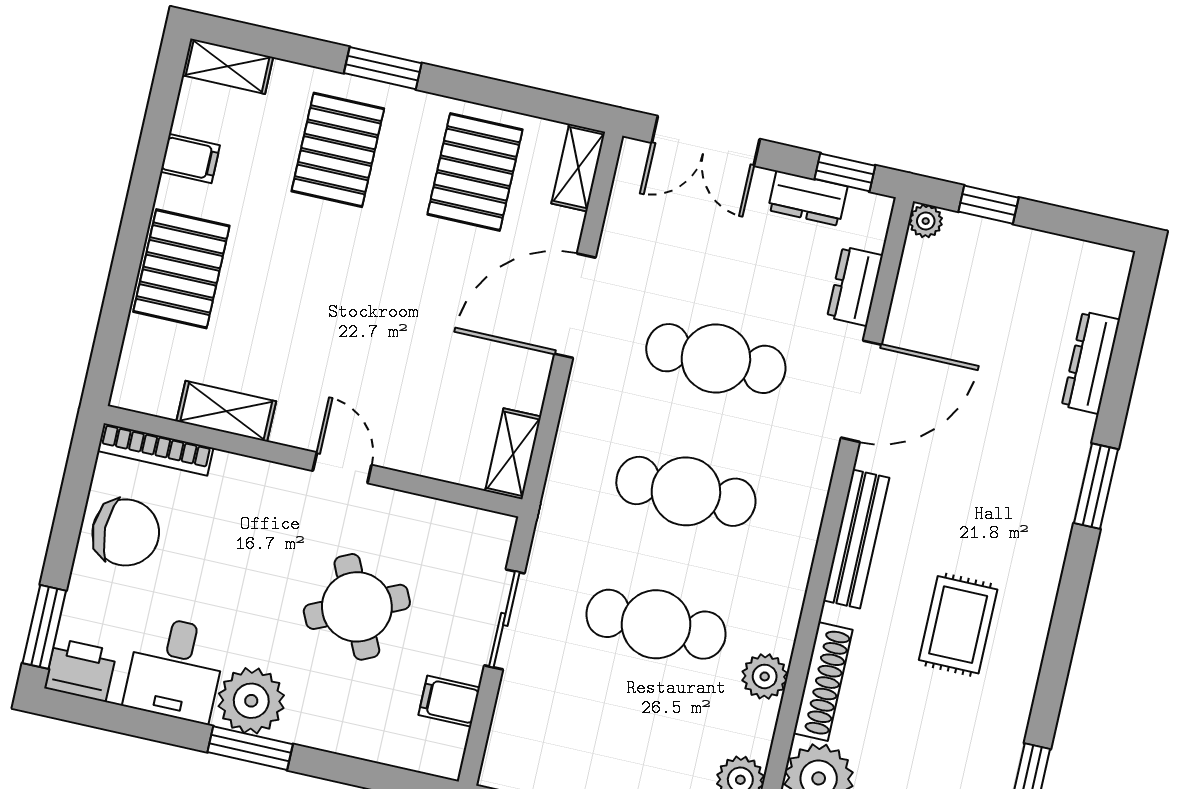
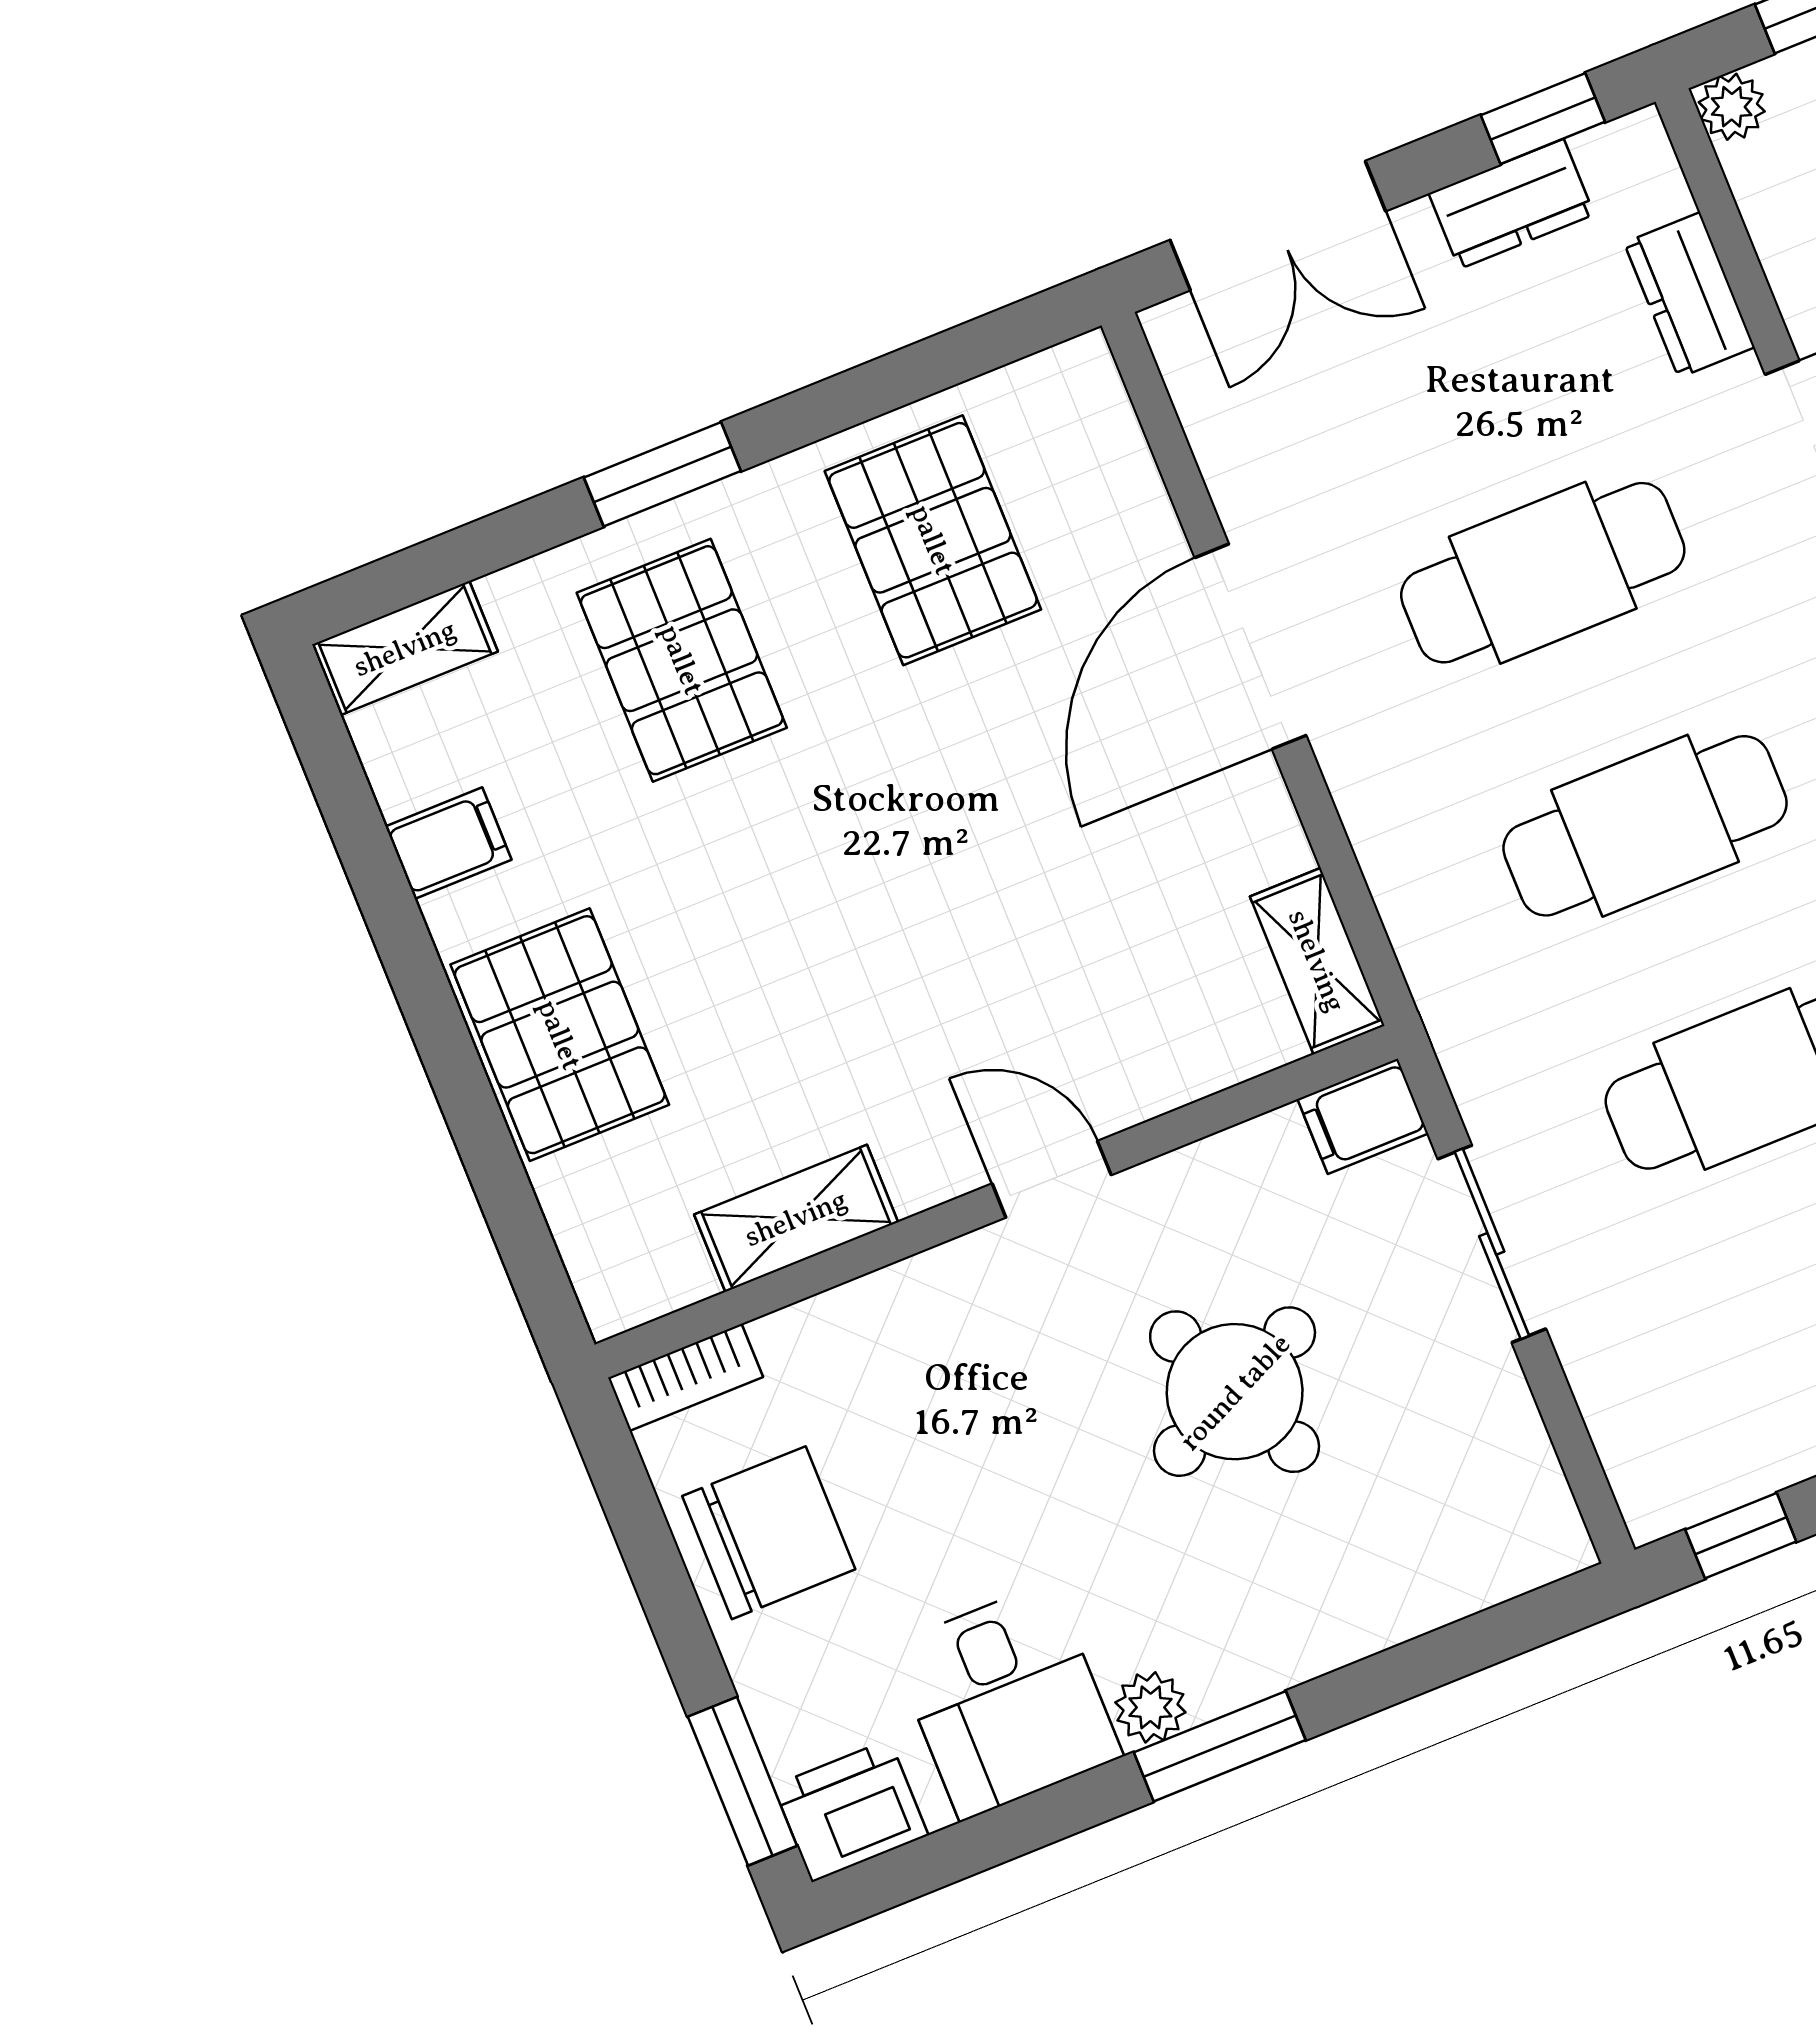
shelving: (578, 168) -> (1098, 415), removed
bookcase: (155, 449) -> (685, 1377), width x0.64
plant: (251, 701) -> (1150, 1707), width x0.53, depth x0.53
filing cabinet: (449, 701) -> (1363, 1116), moved

